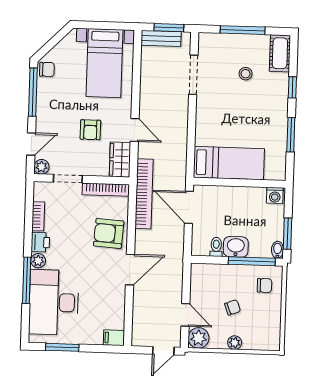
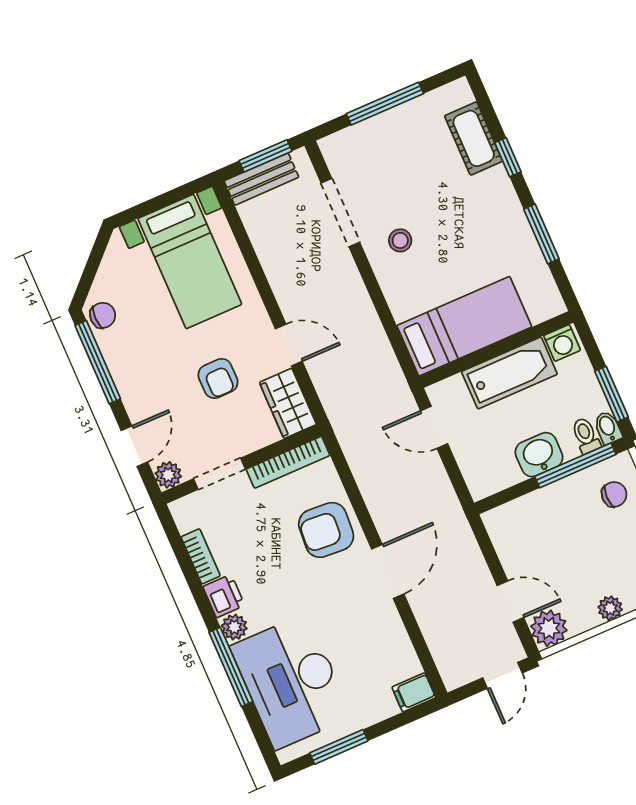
cot: (280, 53) -> (474, 138), moved
stool: (246, 74) -> (400, 240), moved
bookcase: (144, 194) -> (352, 440), removed
bathtub: (241, 198) -> (509, 373), added
door: (189, 207) -> (434, 427), width x0.73
toilet: (216, 247) -> (586, 436), moved
chair: (232, 307) -> (580, 554), removed

